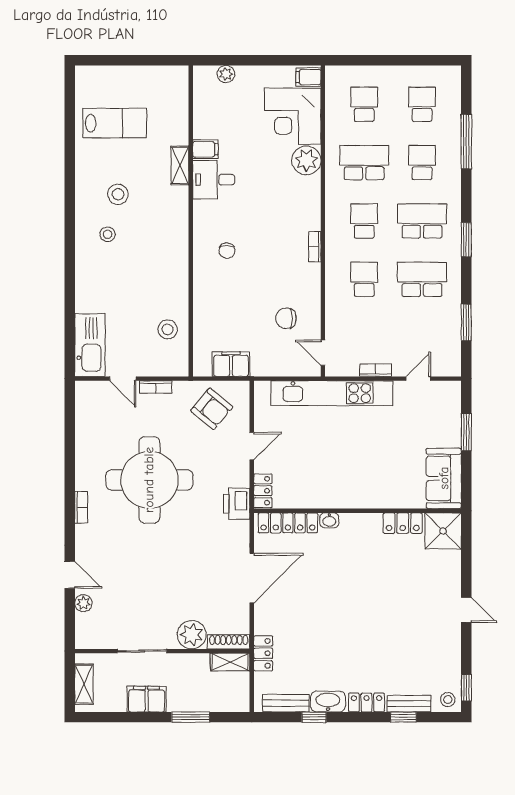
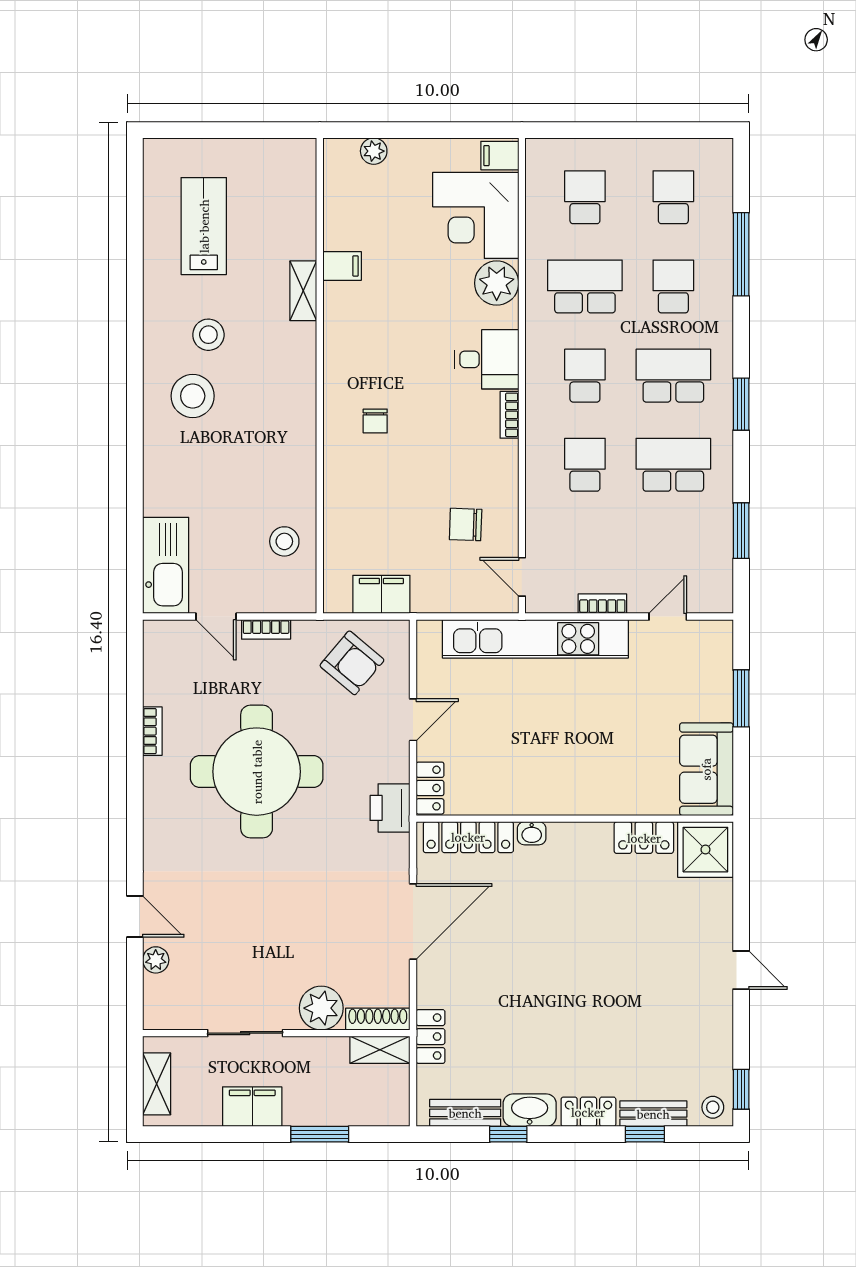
lab bench: (115, 123) -> (204, 226), turned -90
desk: (214, 180) -> (487, 359), moved, turned 180
stool: (108, 234) -> (193, 396), width x1.89, depth x1.89
bookcase: (81, 507) -> (152, 731), moved

